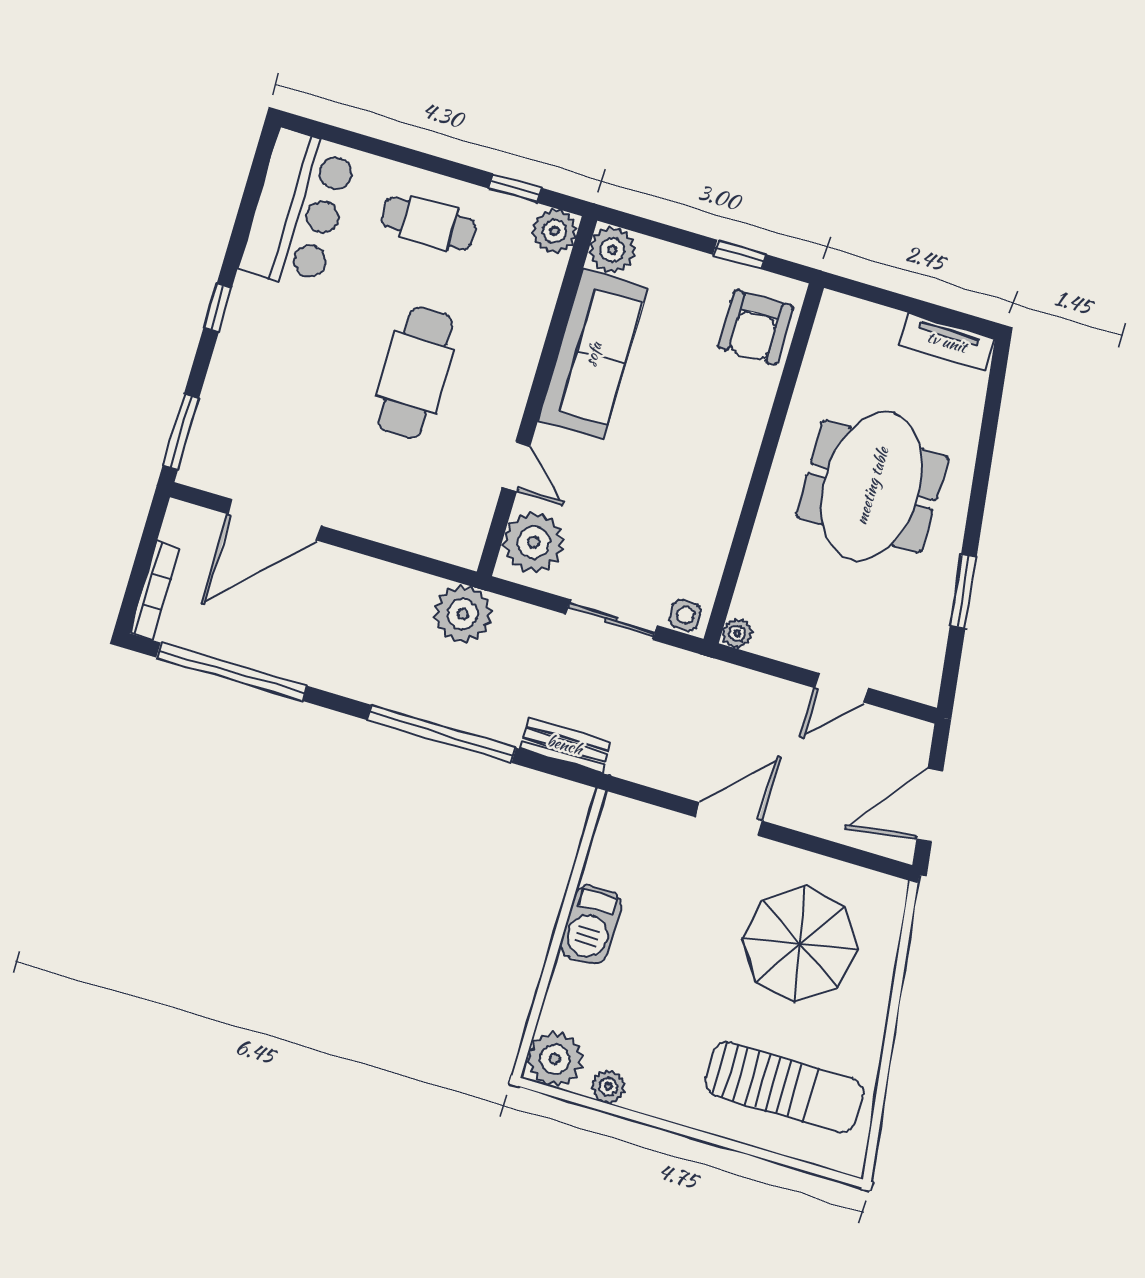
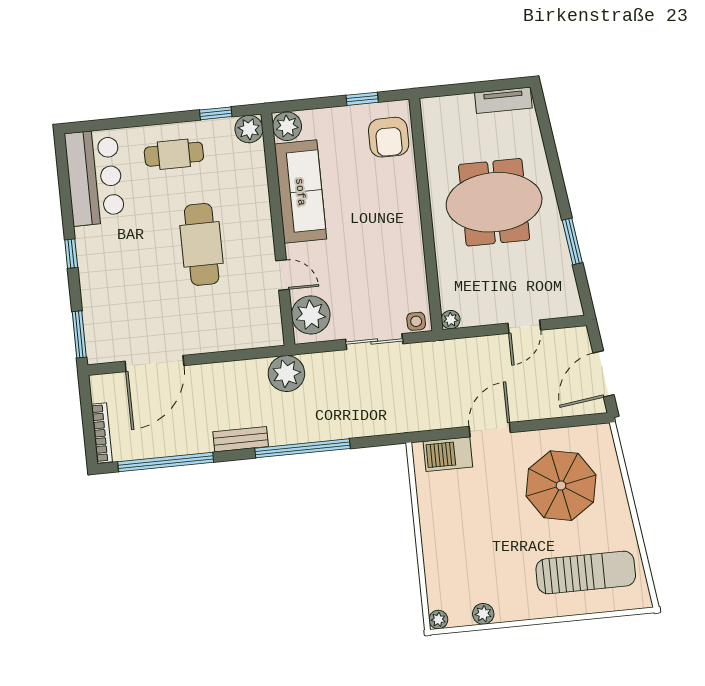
meeting table: (872, 486) -> (494, 202), turned 90
bench: (565, 745) -> (241, 439), moved
barbecue: (591, 925) -> (448, 454), moved, turned 90
plant: (555, 1059) -> (438, 620), width x0.53, depth x0.53

